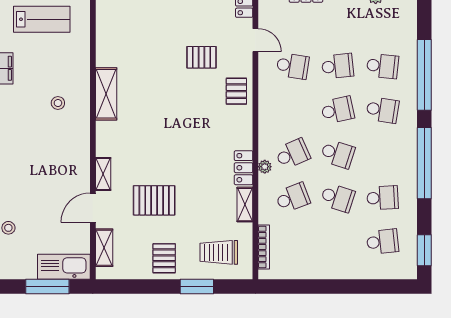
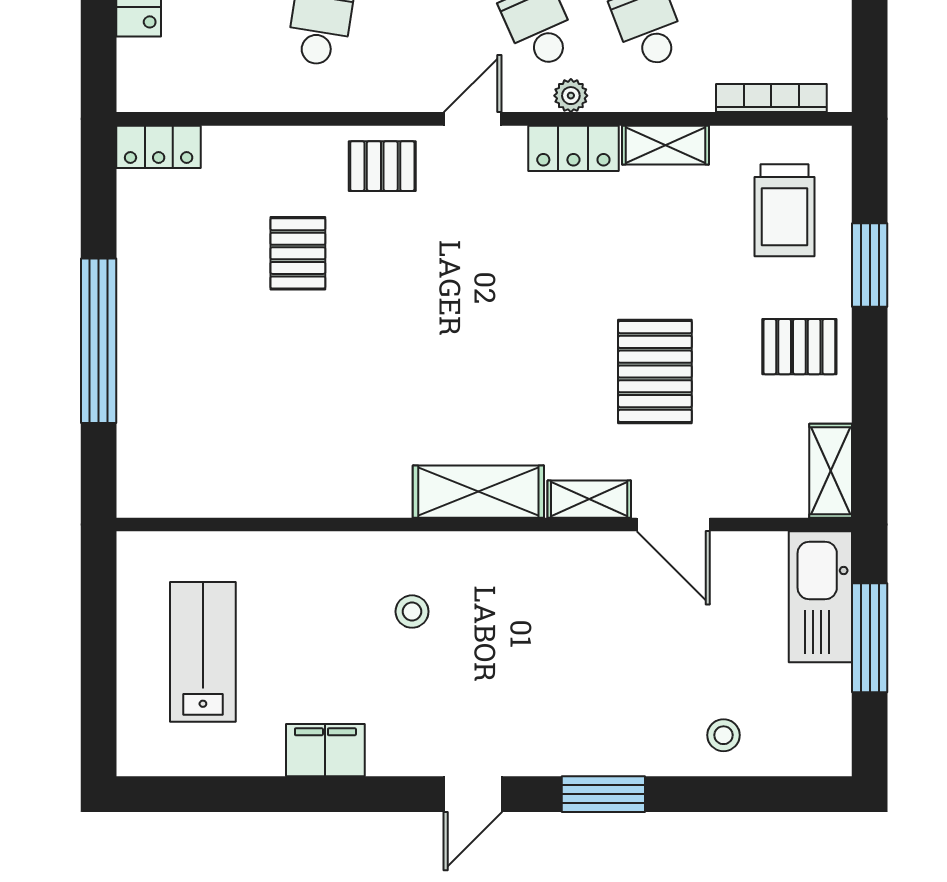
door: (255, 40) -> (473, 119), moved
shelving: (106, 94) -> (478, 492), moved
shelving: (104, 248) -> (831, 471), moved, turned 90

